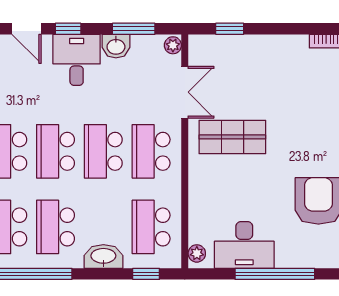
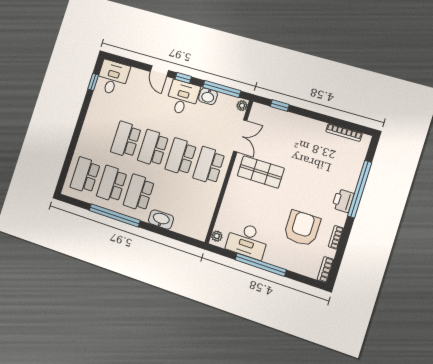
window: (134, 29) -> (222, 89), width x1.44
school desk: (151, 227) -> (195, 211), removed
window: (146, 274) -> (183, 238), removed

